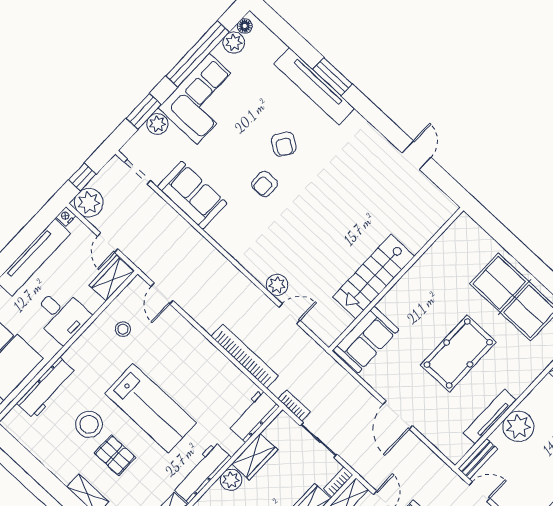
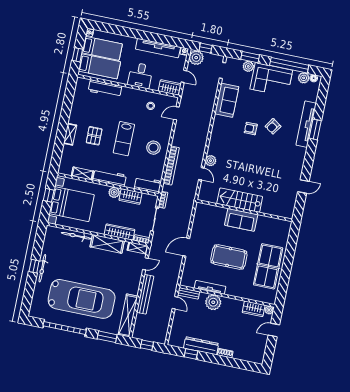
door: (108, 243) -> (184, 76), swing flipped
sofa: (366, 340) -> (241, 220), moved
lab bench: (151, 408) -> (124, 139), width x0.73, depth x0.72
stool: (89, 424) -> (153, 148), moved

